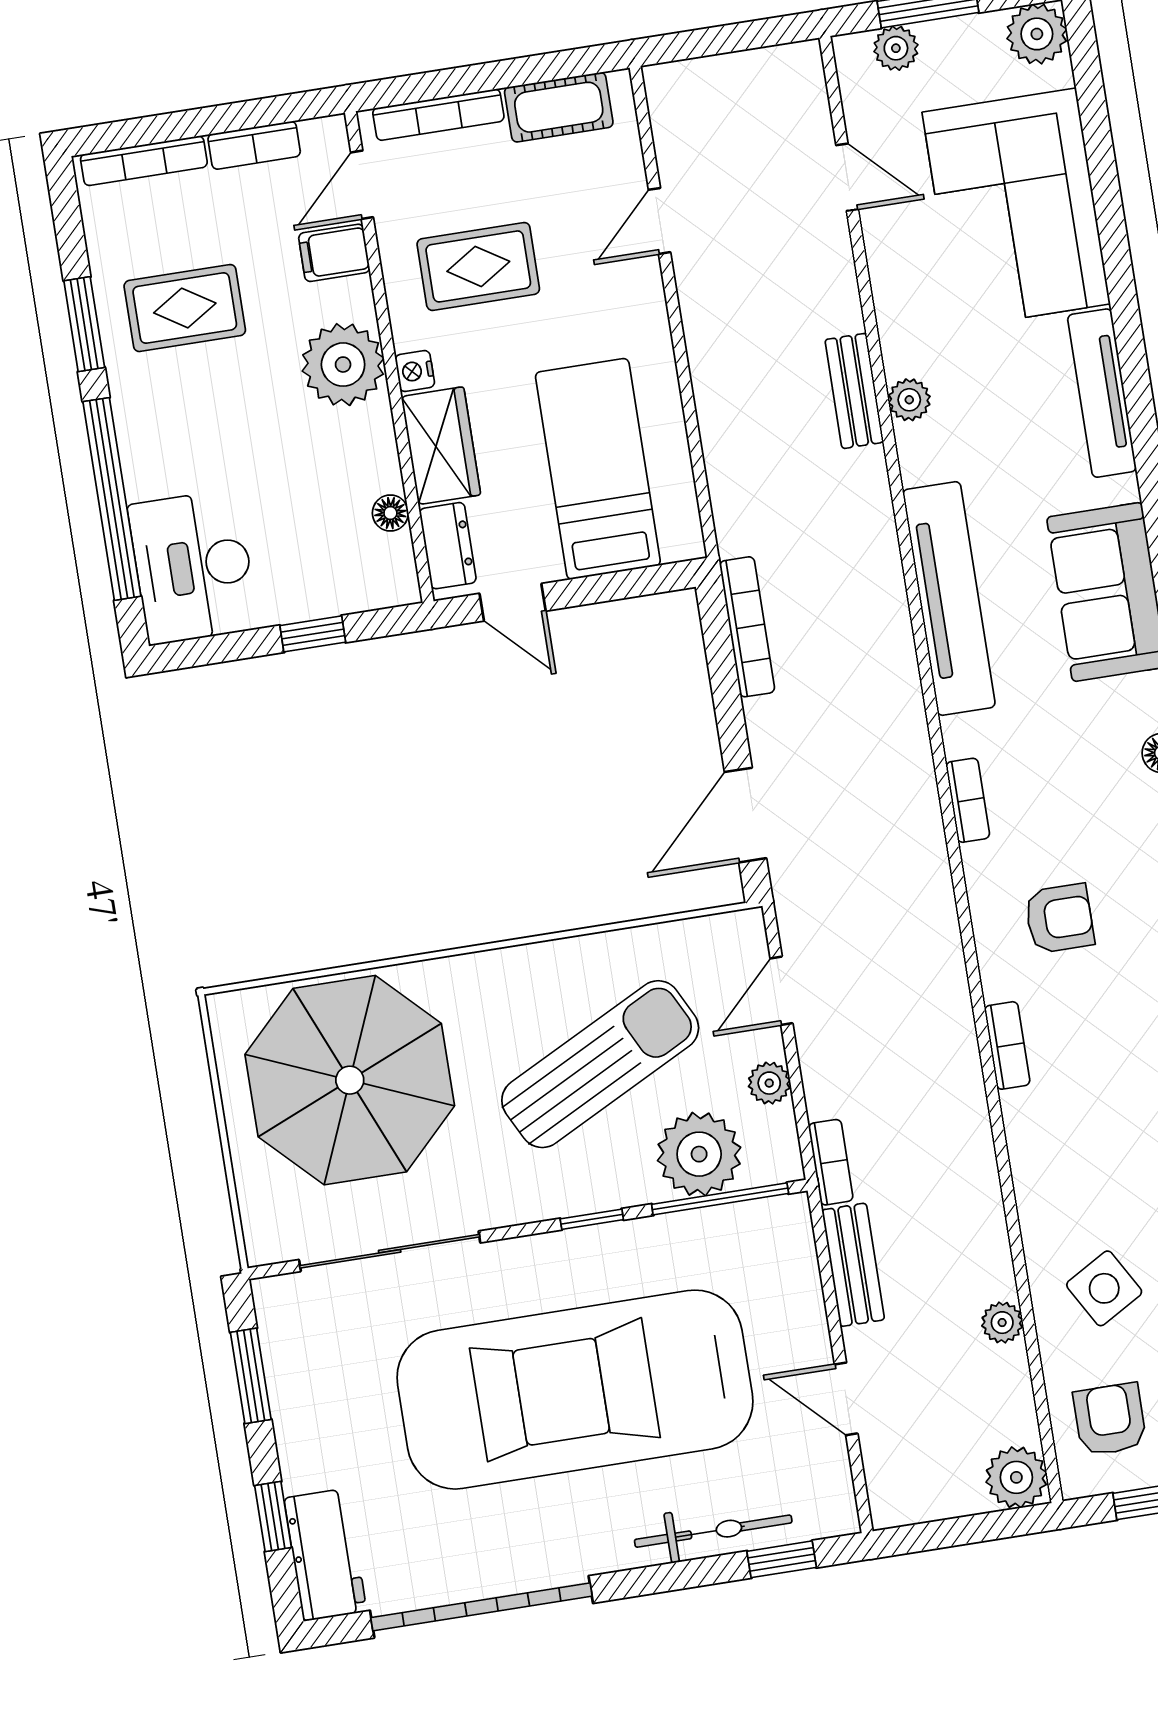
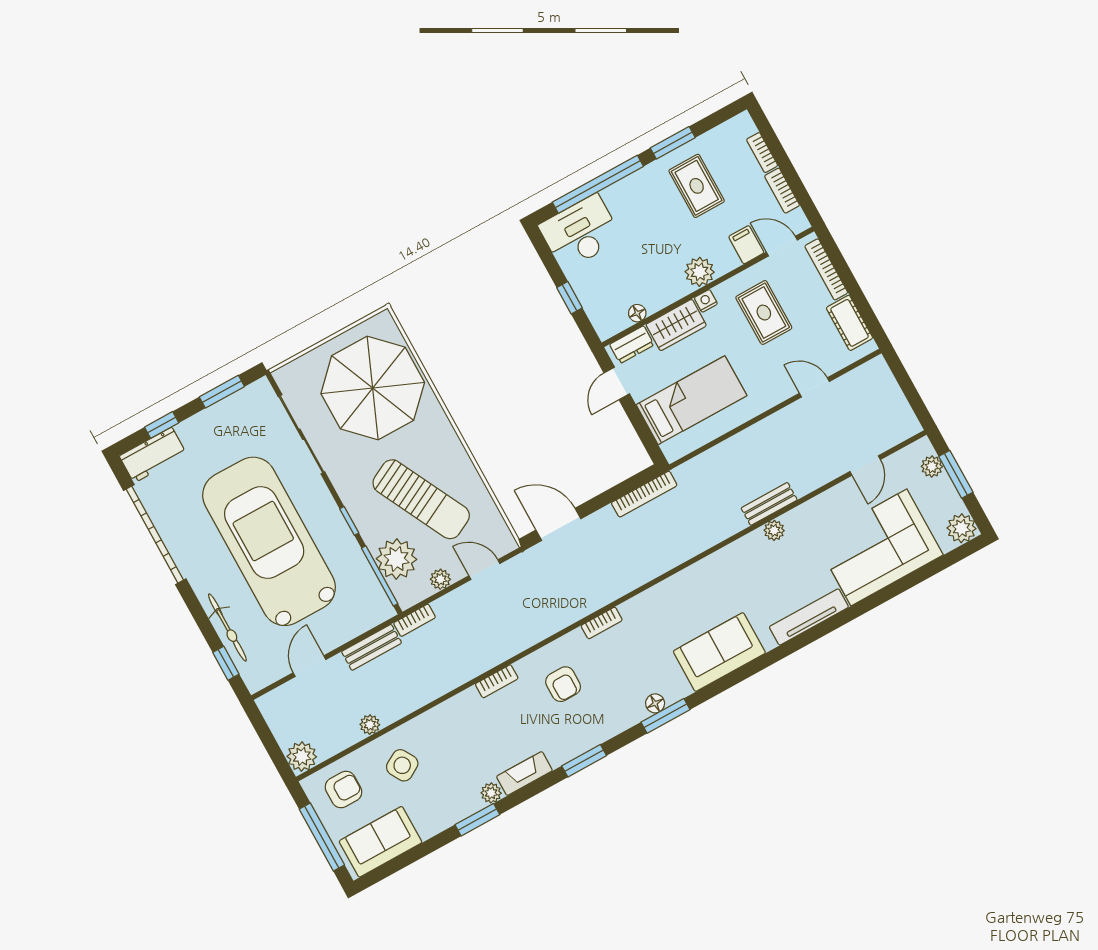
bookcase: (144, 161) -> (762, 153), width x0.64
plant: (343, 365) -> (700, 272), width x0.73, depth x0.73
tv unit: (949, 598) -> (690, 581), removed

